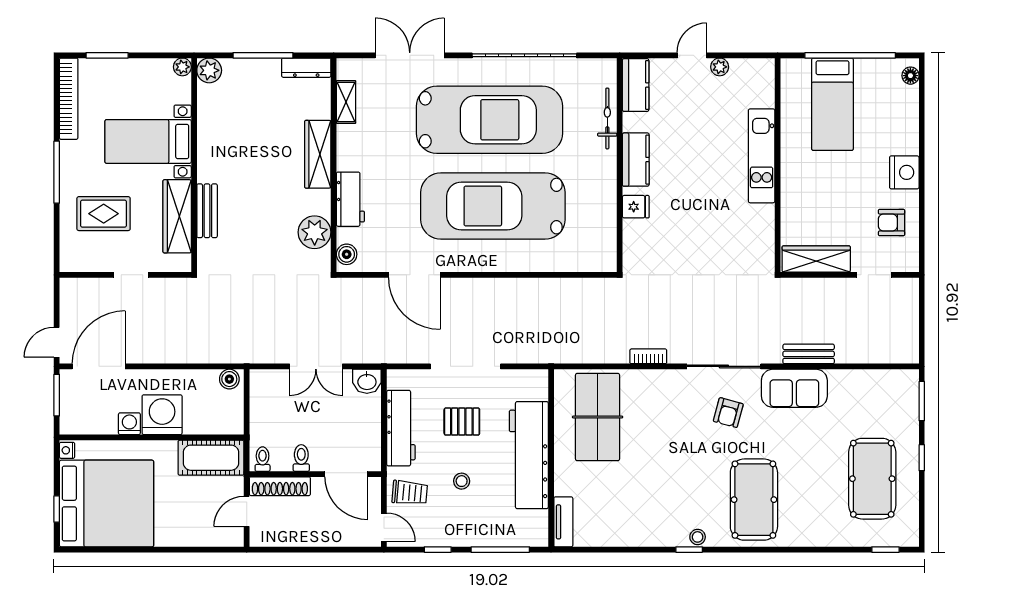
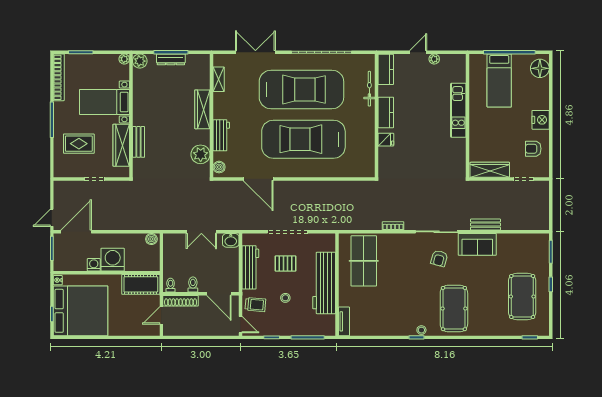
dresser: (306, 68) -> (171, 59), moved
floor lamp: (910, 76) -> (540, 68), width x1.89, depth x1.89

